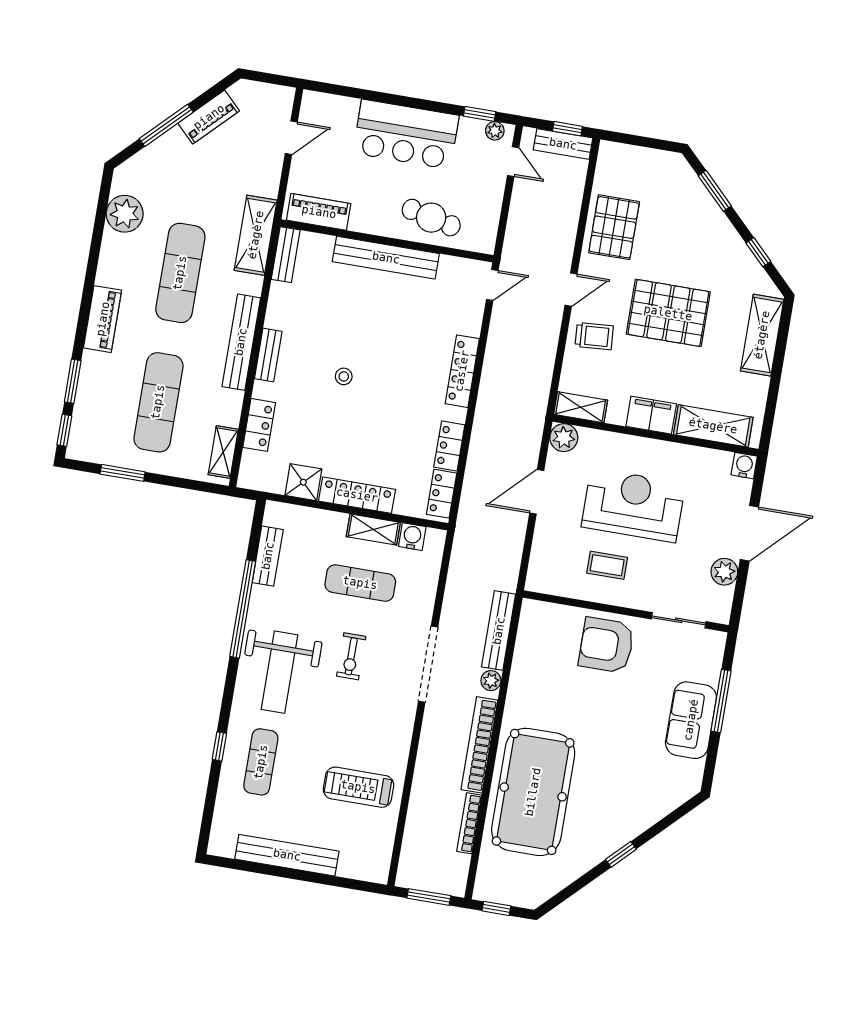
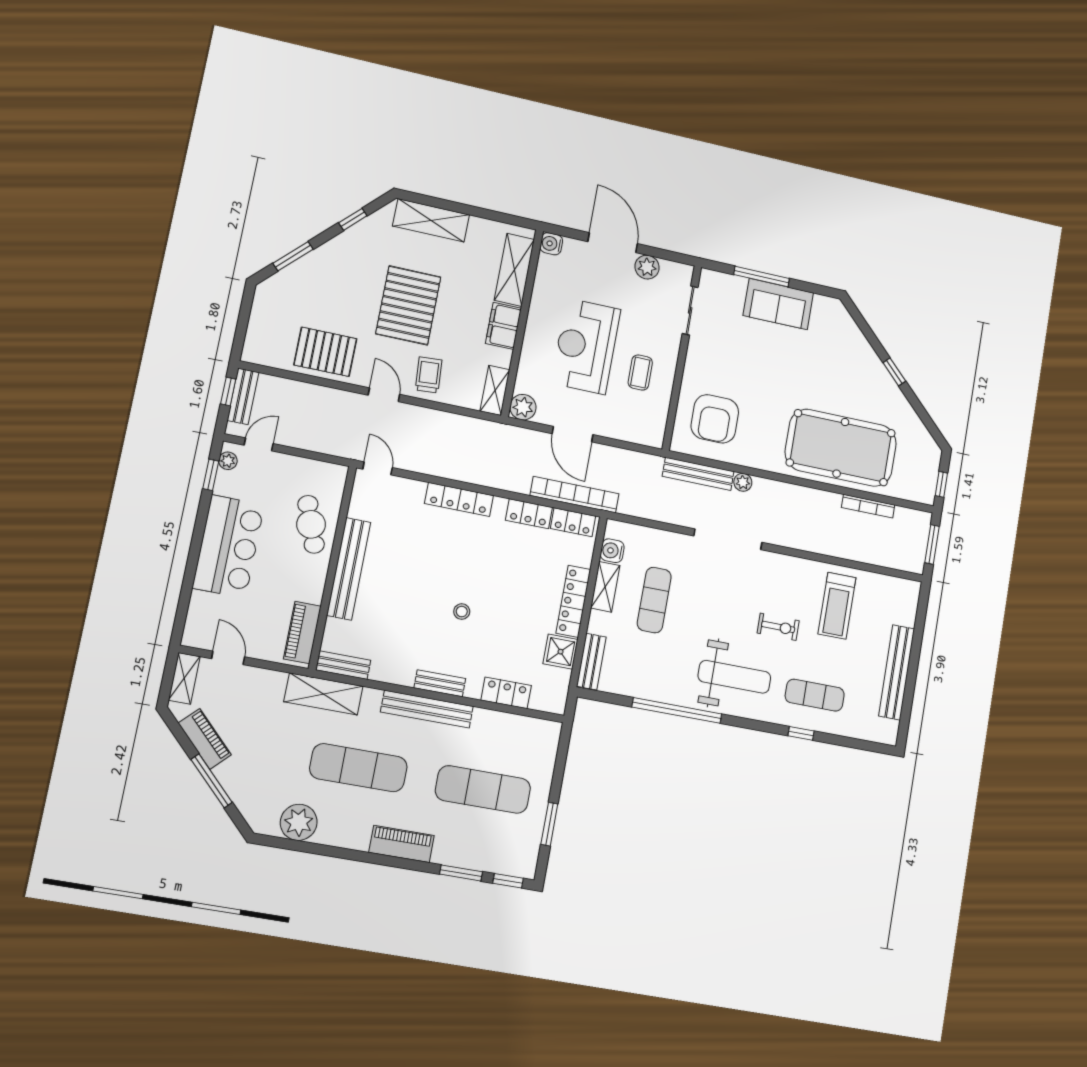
cafe table: (431, 218) -> (311, 524), turned -33
shelving: (223, 452) -> (184, 678), moved, turned 90
bench: (268, 556) -> (591, 662), moved, turned 90
armchair: (606, 645) -> (715, 419), moved
exercise bike: (351, 656) -> (778, 627), moved
bookcase: (479, 745) -> (575, 495), moved, turned 180

